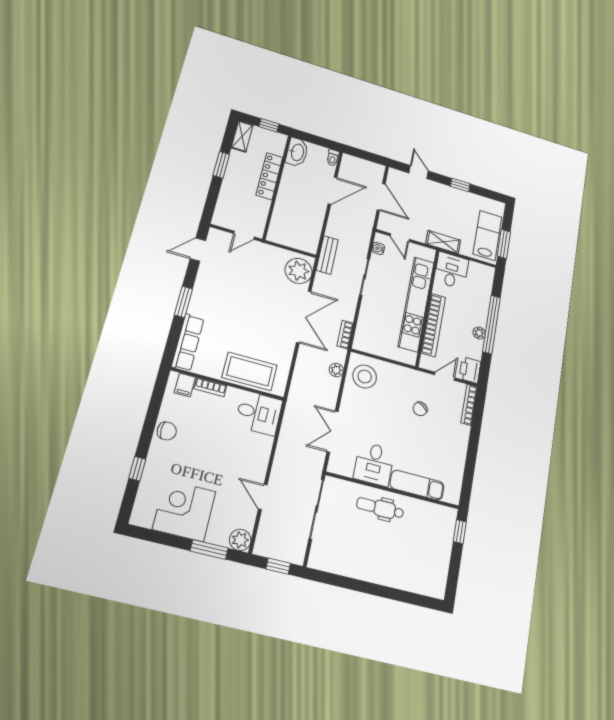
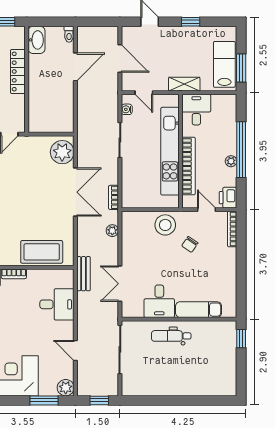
bench: (327, 255) -> (84, 274), moved
door: (445, 376) -> (206, 210), hinge flipped
stool: (365, 377) -> (165, 225), moved
desk: (259, 413) -> (57, 304), moved

